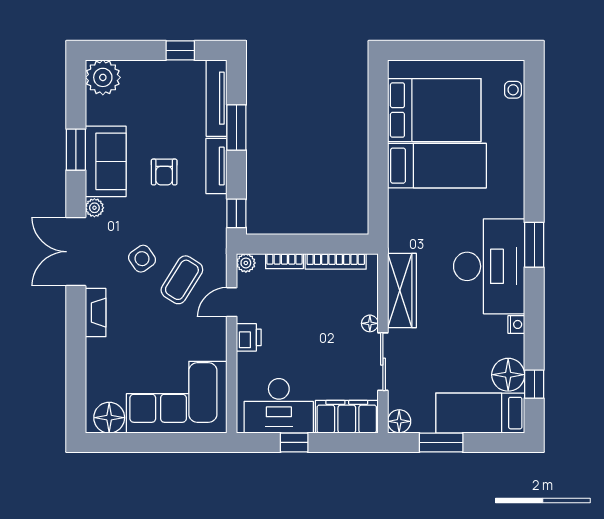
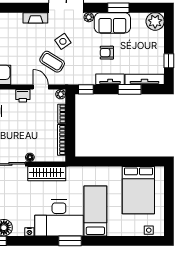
bed: (437, 166) -> (95, 211), moved, turned 180

